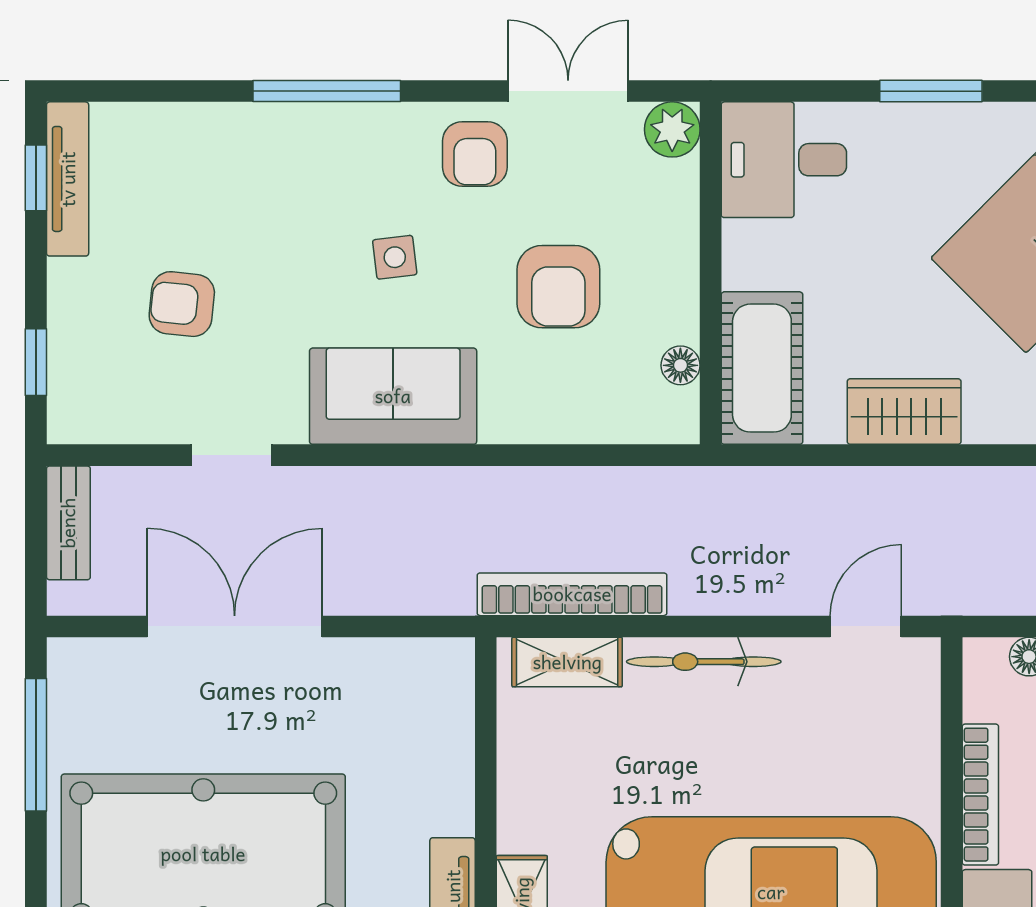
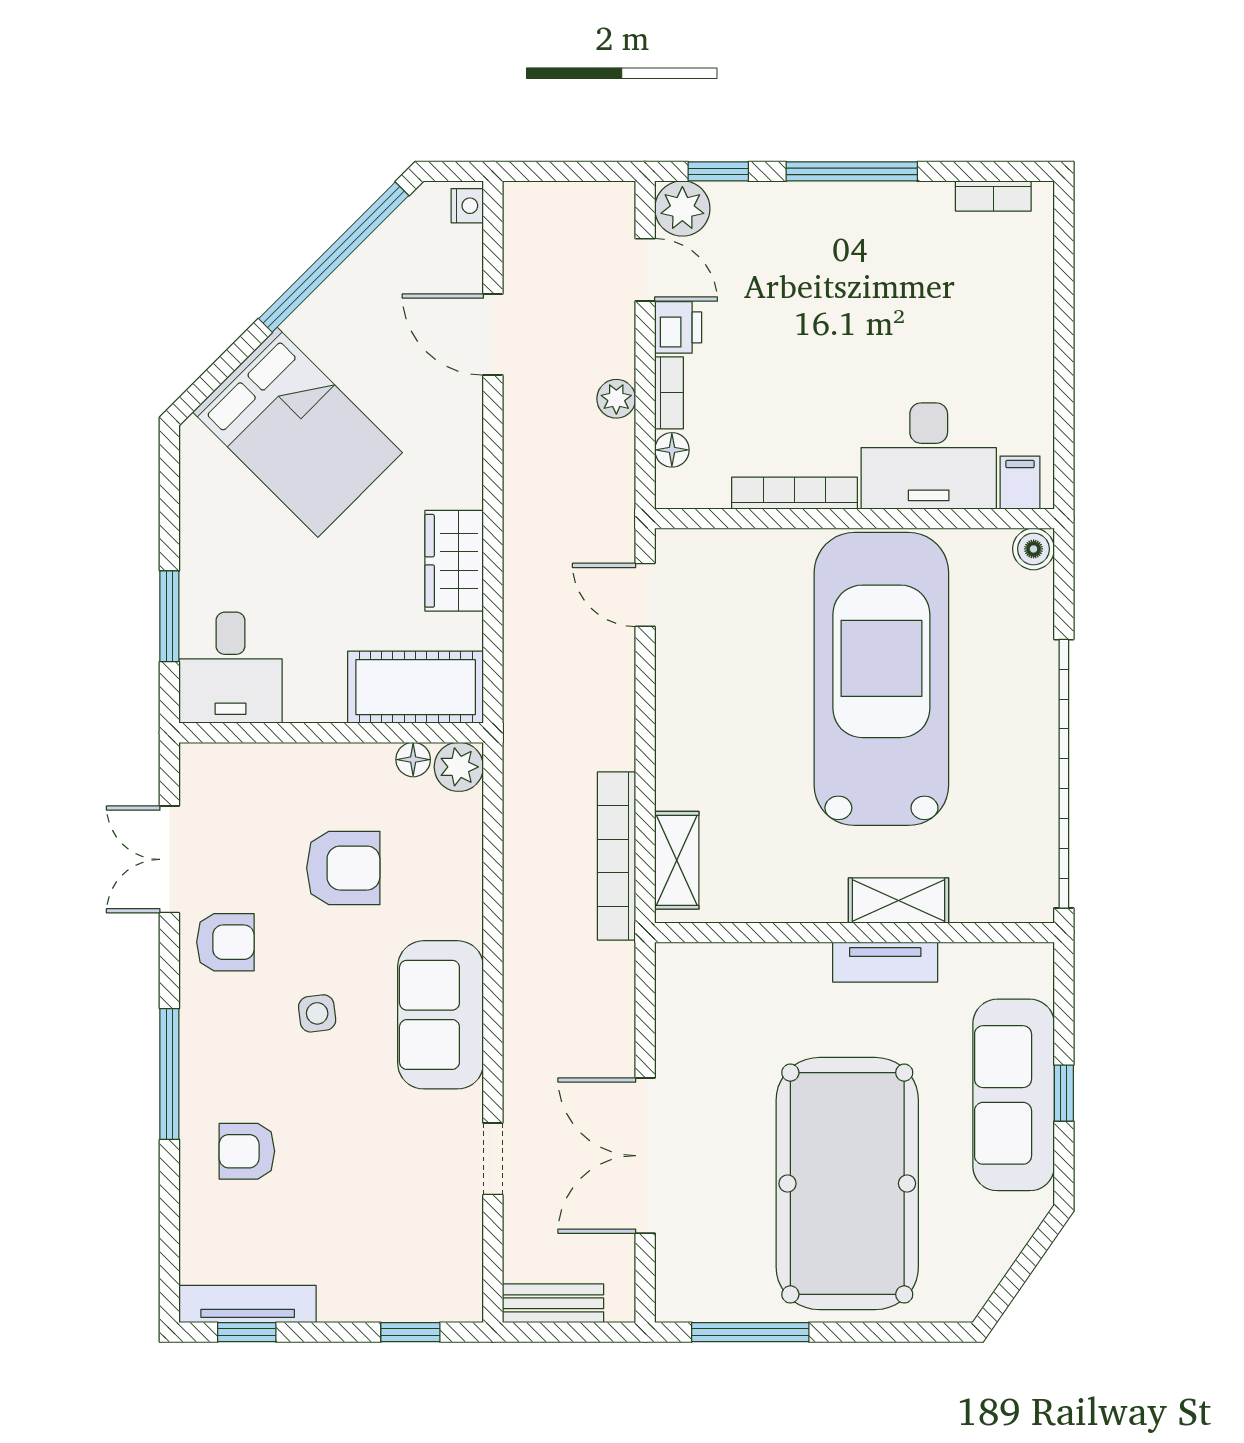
window: (931, 91) -> (169, 616), moved
plant: (672, 129) -> (459, 767), moved
armchair: (182, 304) -> (247, 1151), moved, turned 84
bicycle: (704, 662) -> (676, 739), removed

